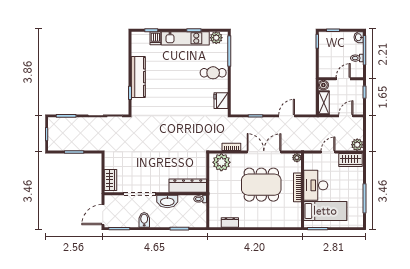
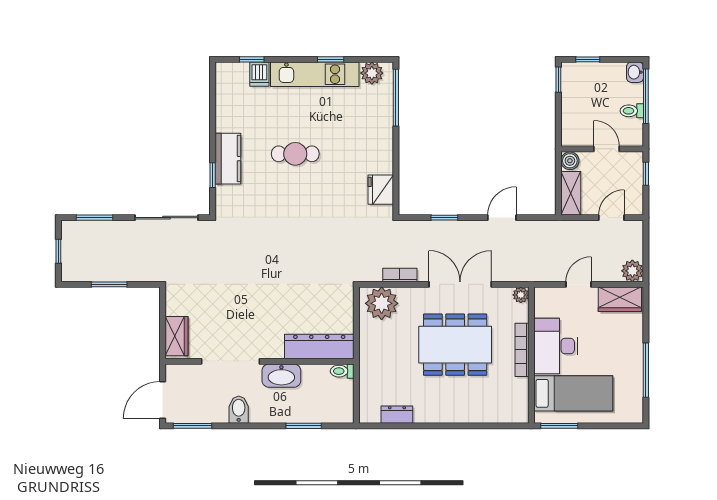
cafe table: (213, 73) -> (295, 154), moved
kitchen counter: (138, 77) -> (228, 159), width x0.67
door: (343, 79) -> (607, 149), hinge flipped

